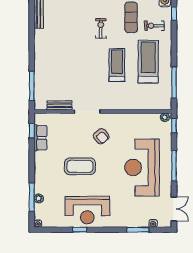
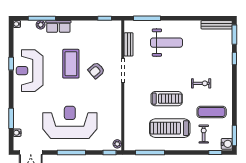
treadmill: (148, 62) -> (170, 128), turned 180
weight bench: (58, 65) -> (166, 43), added
armchair: (101, 136) -> (96, 70), moved
row of seats: (40, 138) -> (58, 26), moved

